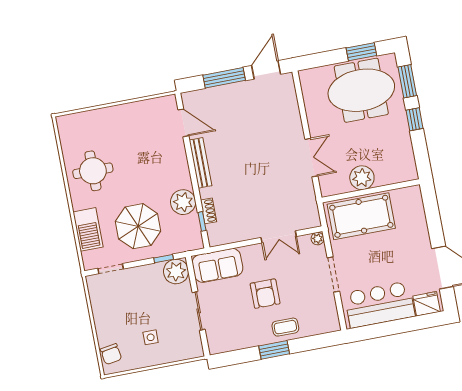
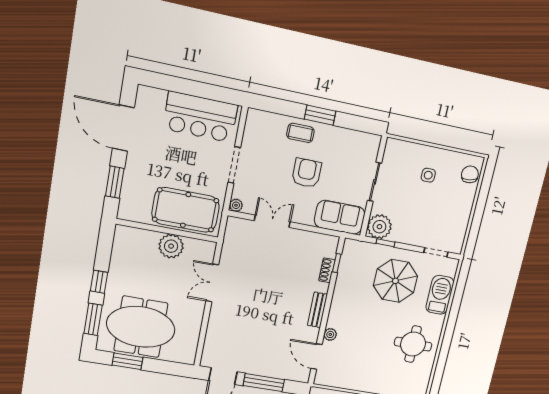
bench: (200, 163) -> (317, 310), width x0.73
plant: (183, 202) -> (330, 334), moved, width x0.53, depth x0.53
window: (433, 217) -> (115, 182), added
fridge: (427, 304) -> (153, 98), removed

